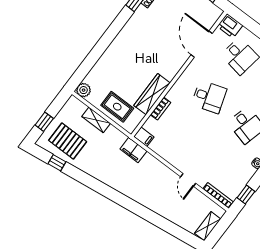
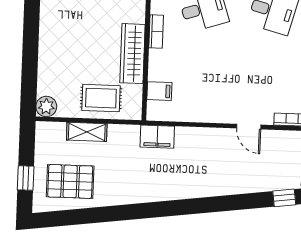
bookcase: (161, 109) -> (156, 31), moved
filing cabinet: (144, 137) -> (159, 91), moved
window: (57, 163) -> (284, 198), moved

